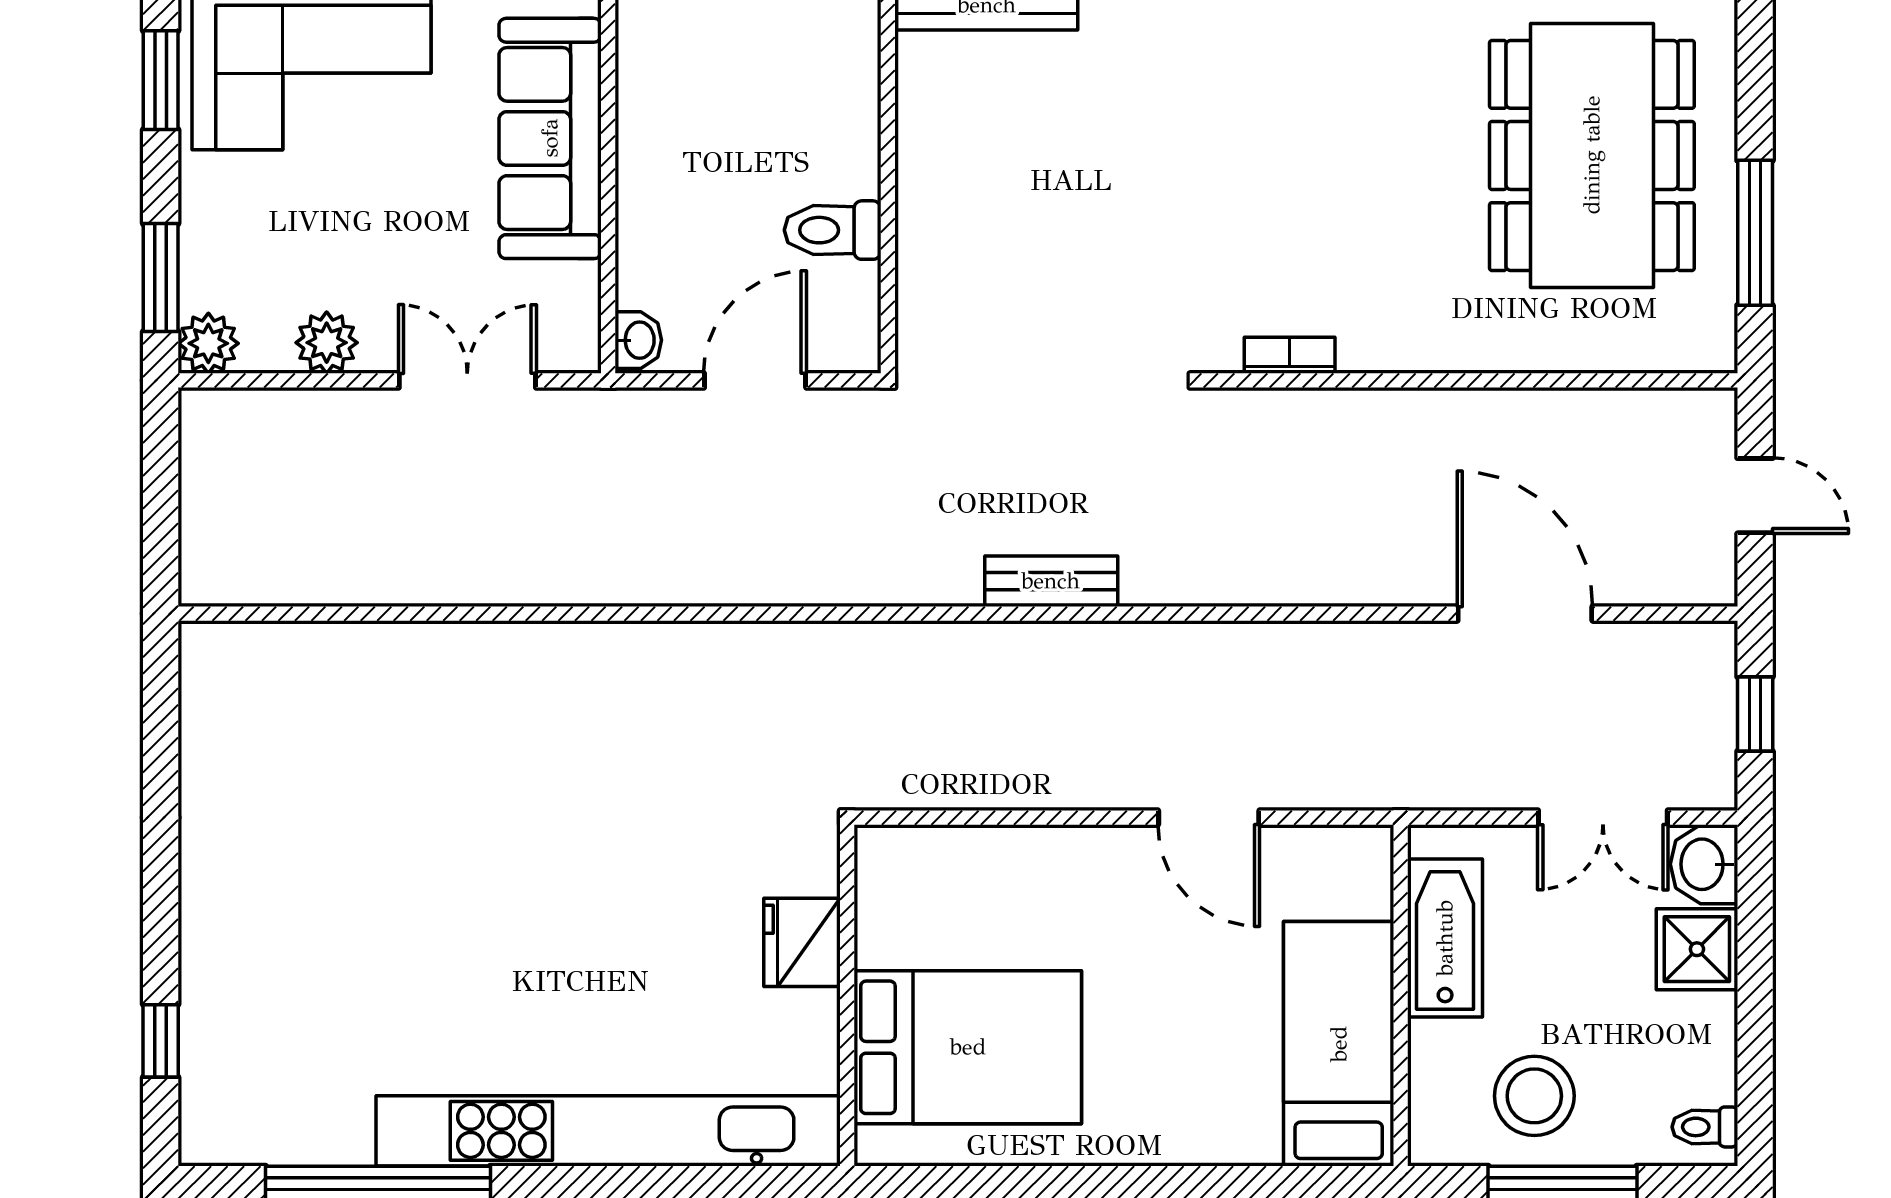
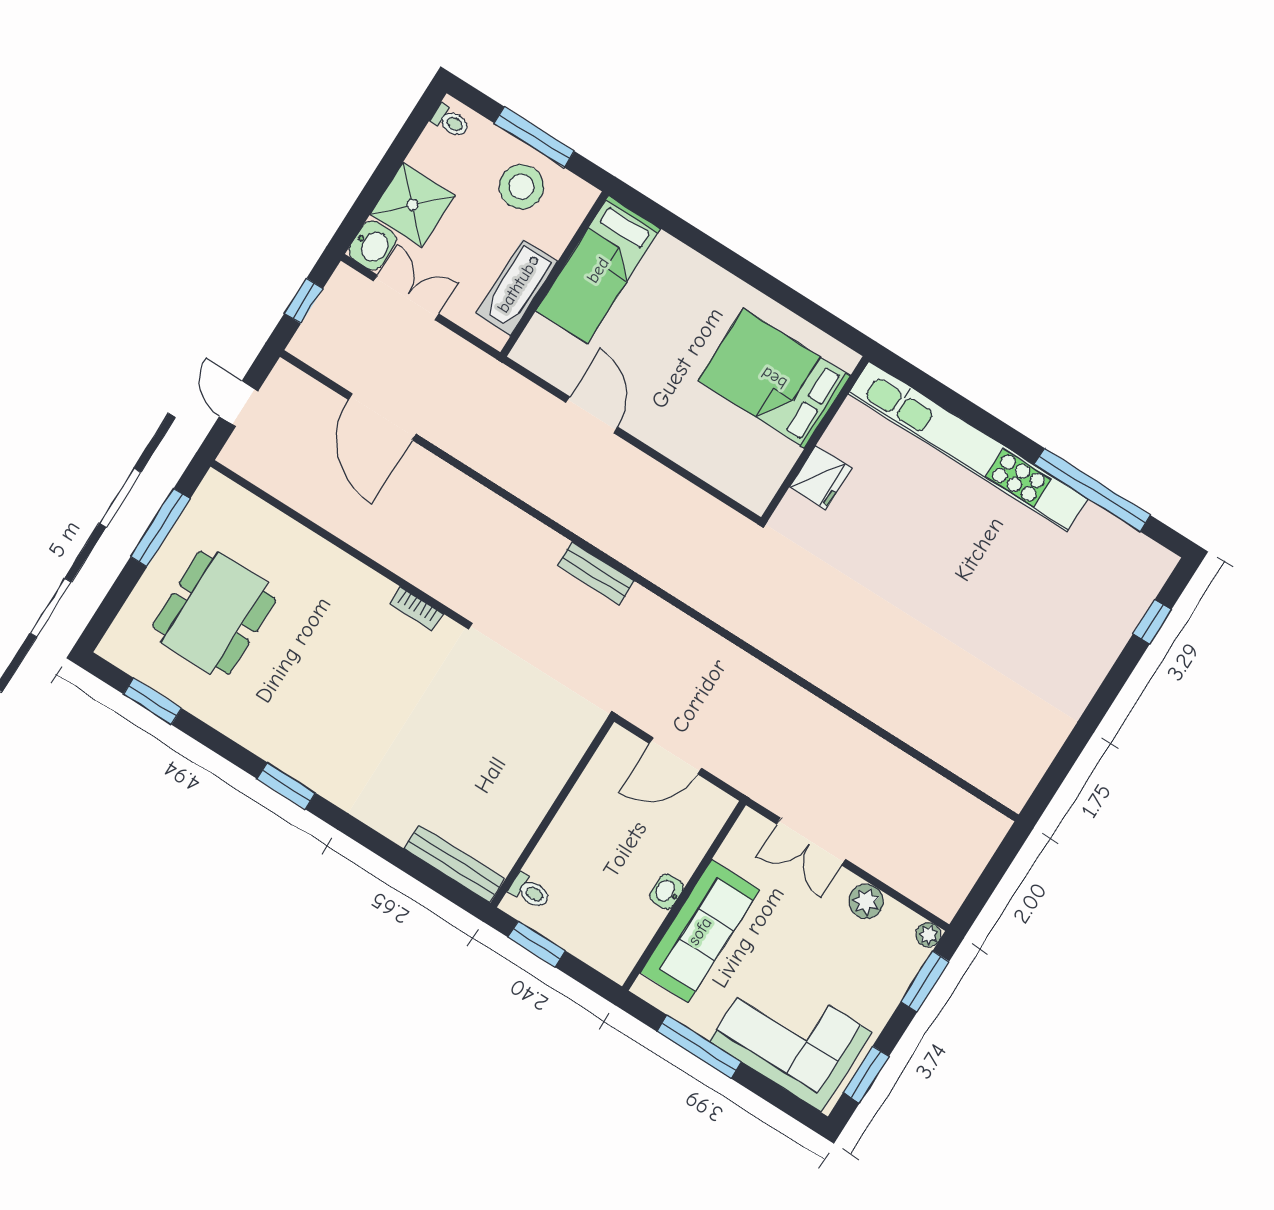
dining table: (1592, 155) -> (214, 613), width x0.73, depth x0.80
toilet: (833, 230) -> (530, 891), moved, width x0.73, depth x0.72
washbasin: (638, 340) -> (667, 892), moved
plant: (208, 343) -> (928, 935), width x0.73, depth x0.73
shower: (1697, 949) -> (412, 205), width x1.36, depth x1.36

